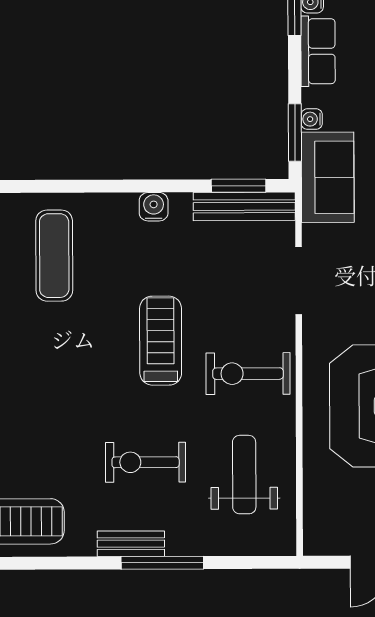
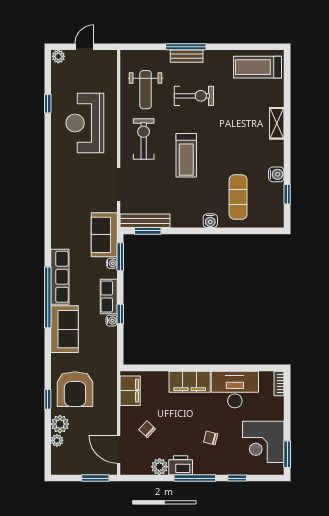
water cooler: (154, 207) -> (210, 221), moved
exercise bike: (248, 374) -> (144, 139), turned -90
bench: (131, 544) -> (187, 56), moved

